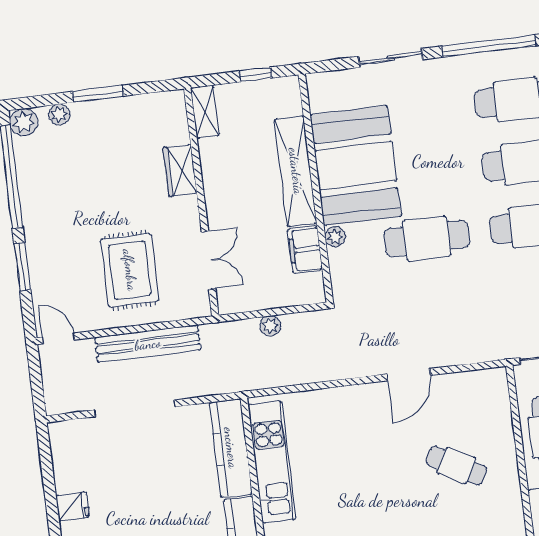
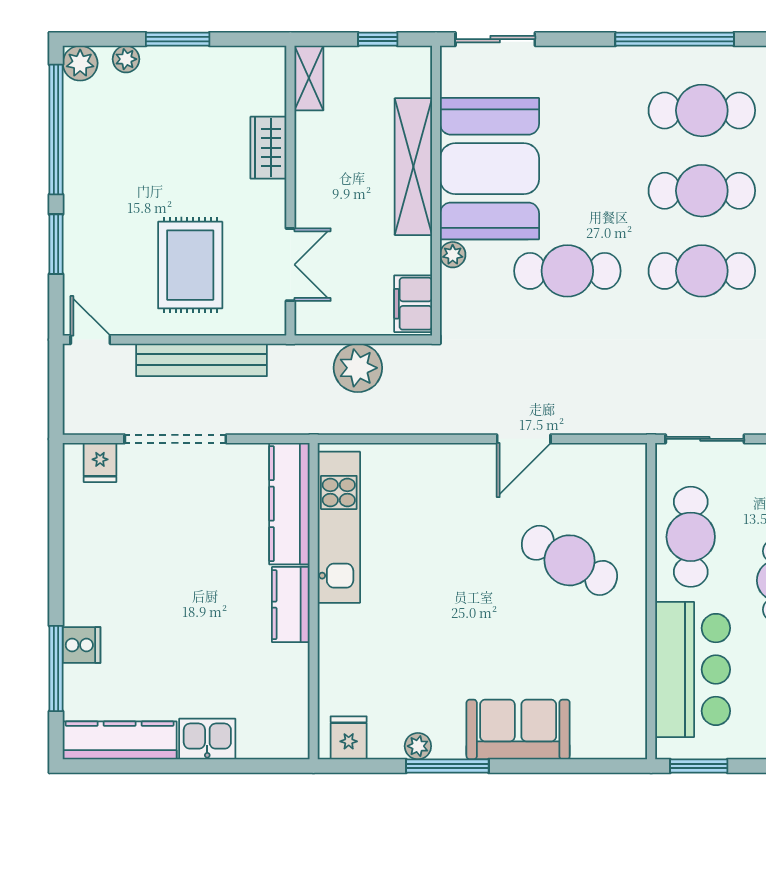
sliding door: (391, 58) -> (495, 39), moved
filing cabinet: (305, 250) -> (413, 304), moved
plant: (270, 326) -> (358, 368), width x1.88, depth x1.88
cafe table: (456, 466) -> (569, 560), width x1.37, depth x1.35
fridge: (73, 506) -> (100, 462), moved, turned 90

